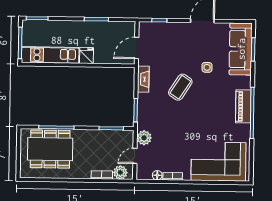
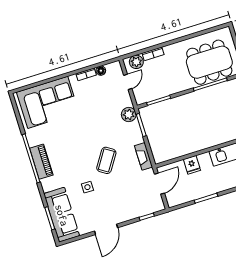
fridge: (87, 56) -> (192, 165), moved
plant: (144, 138) -> (129, 115), moved

